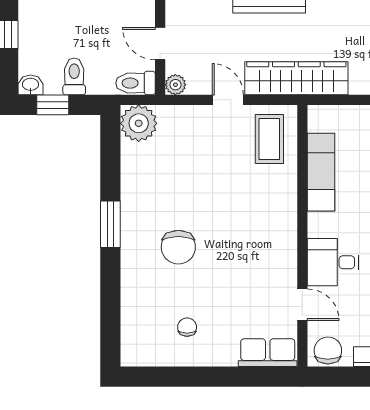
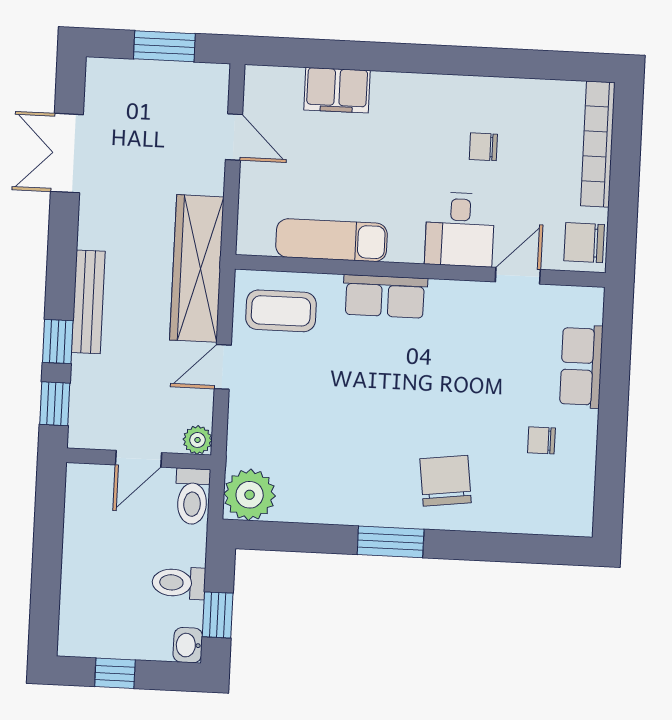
row of seats: (283, 212) -> (385, 296), added
chair: (178, 247) -> (446, 481), moved, turned -97
row of seats: (268, 353) -> (581, 366), moved

